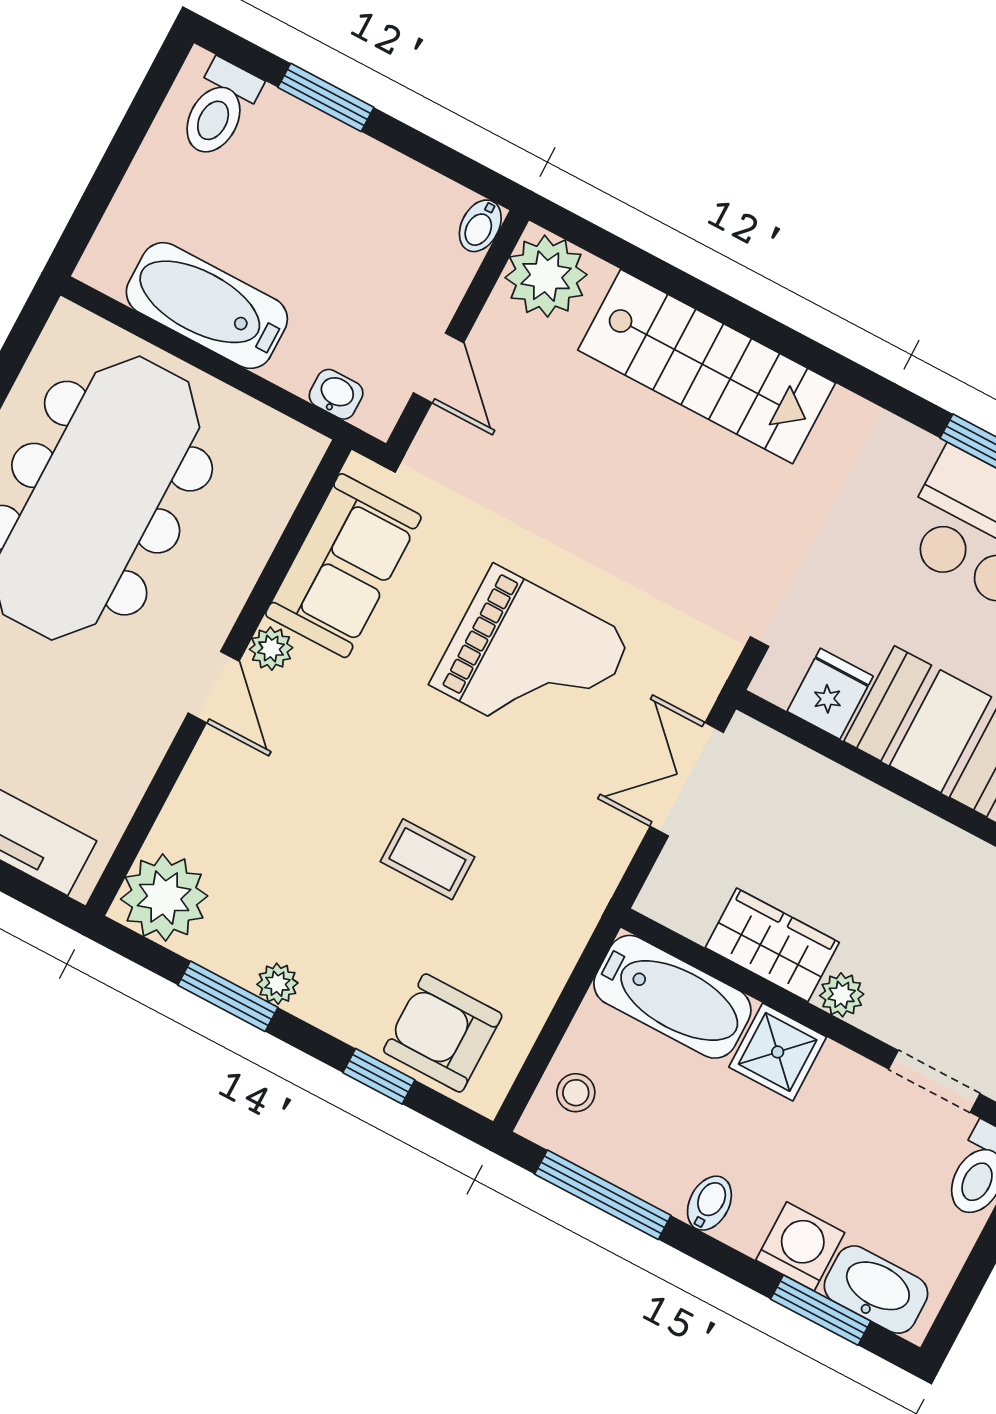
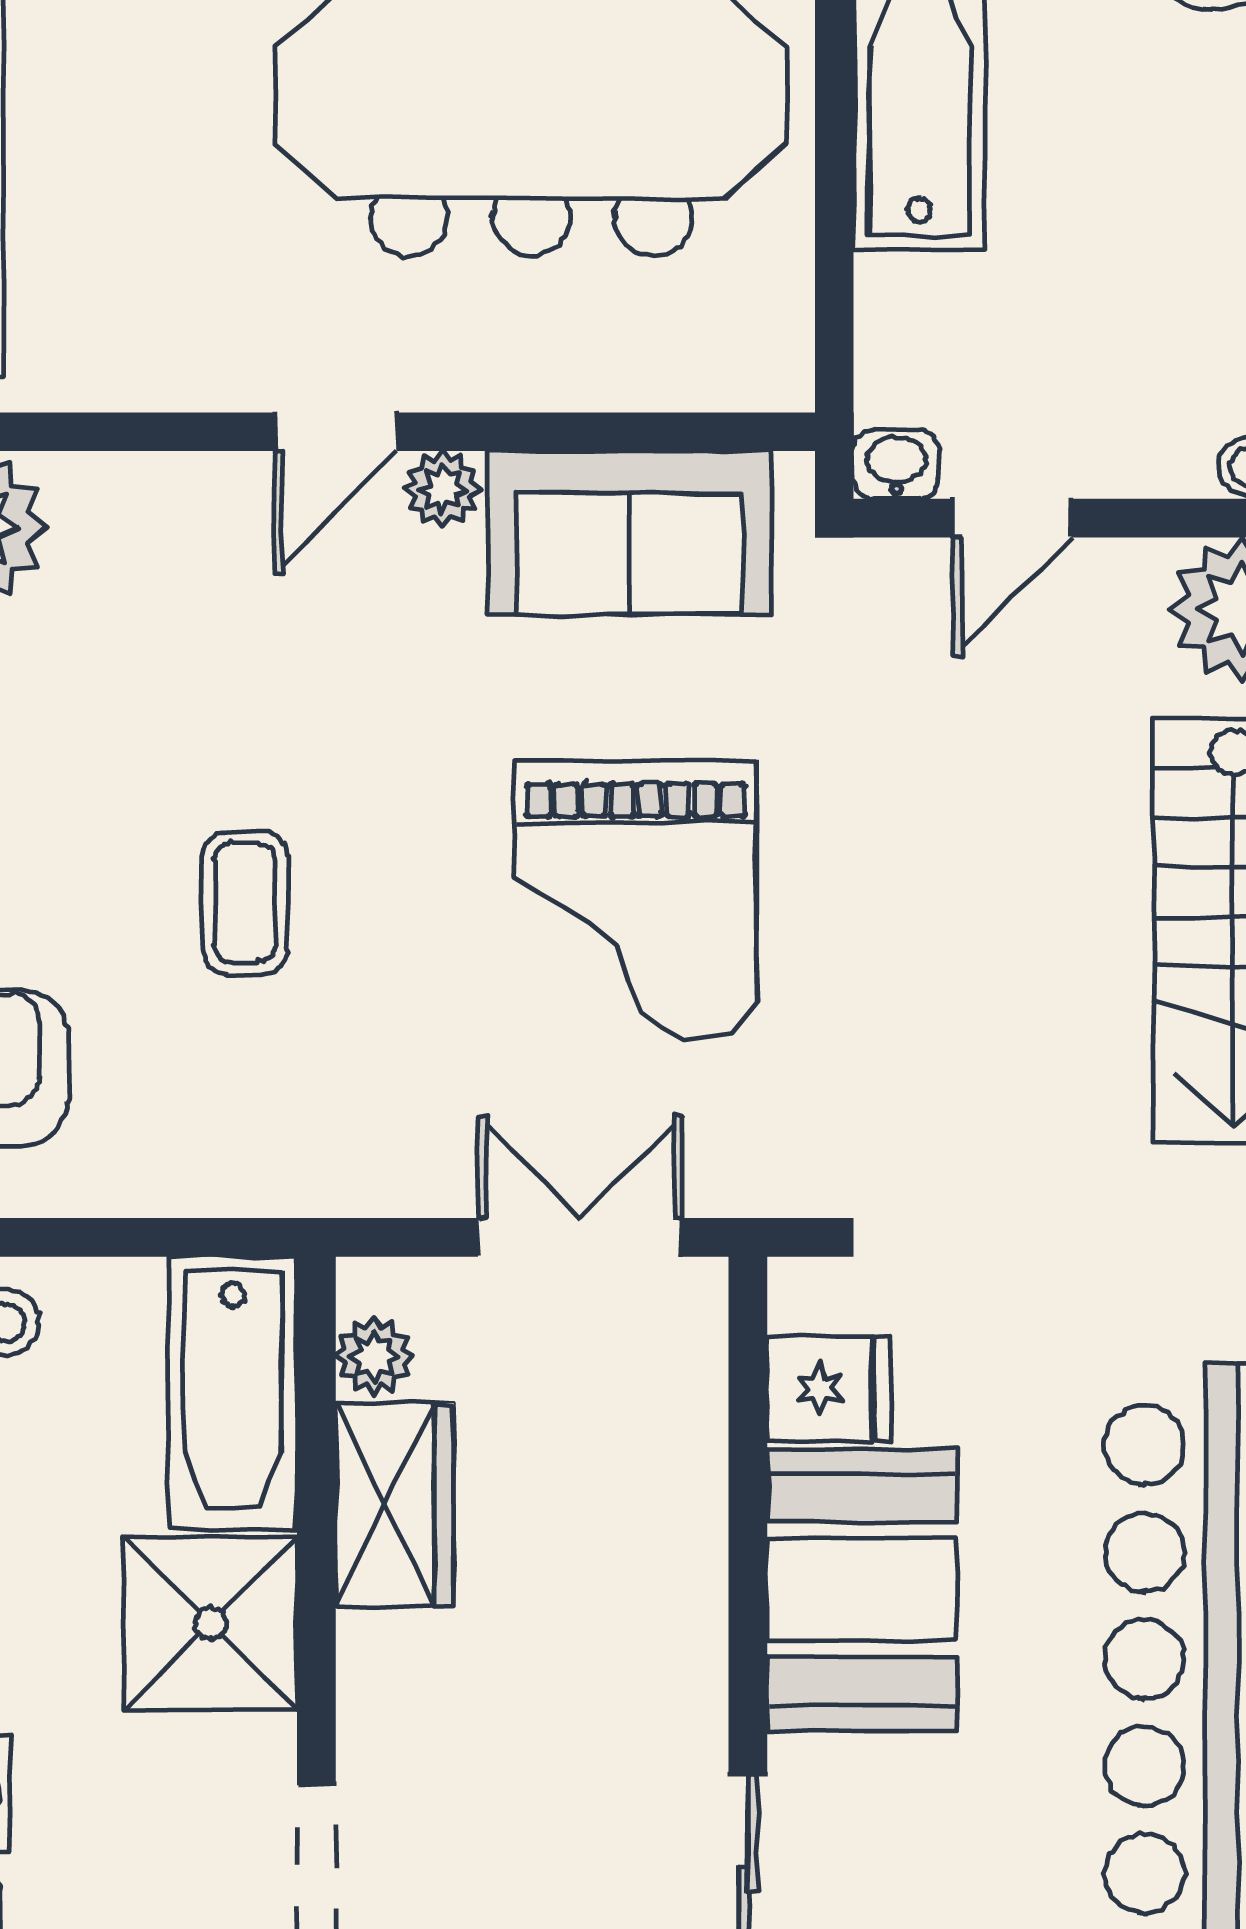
washbasin: (336, 394) -> (896, 464), moved, turned -90
plant: (842, 995) -> (374, 1357), moved
shower: (778, 1052) -> (211, 1624), width x1.36, depth x1.36

